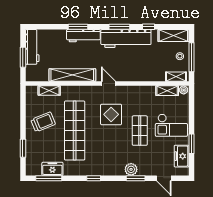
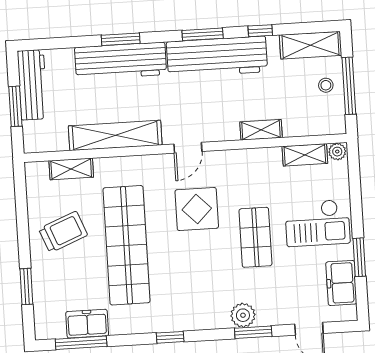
workbench: (83, 36) -> (121, 61), width x1.36, depth x1.32
shelving: (176, 77) -> (261, 130), moved
door: (109, 83) -> (188, 148), swing flipped

